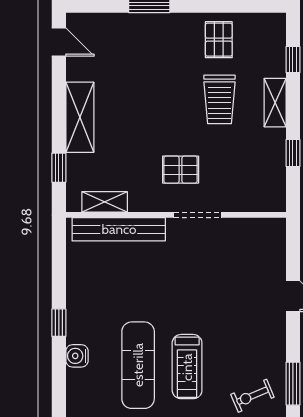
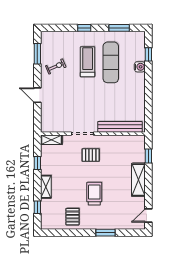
door: (59, 42) -> (148, 215), hinge flipped
trolley: (220, 99) -> (94, 194), moved
shelving: (105, 202) -> (51, 140), moved
window: (59, 323) -> (148, 54), moved
exercise bike: (252, 396) -> (56, 66), moved

